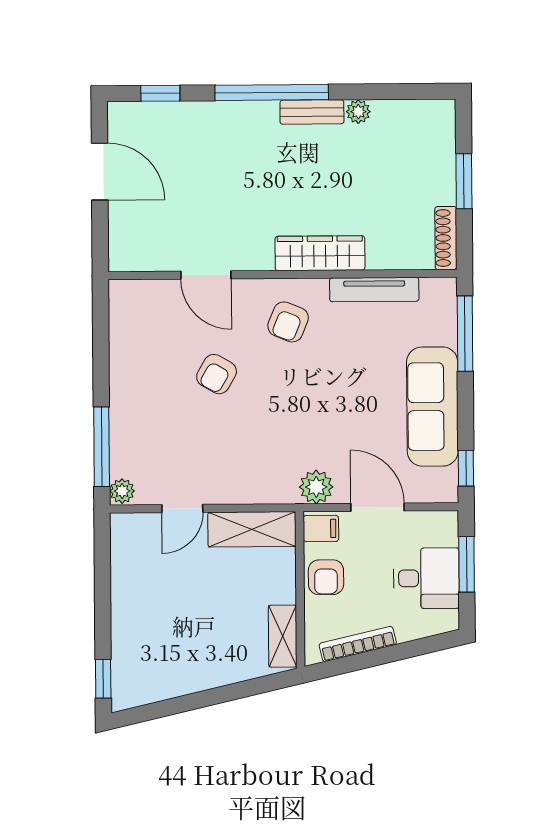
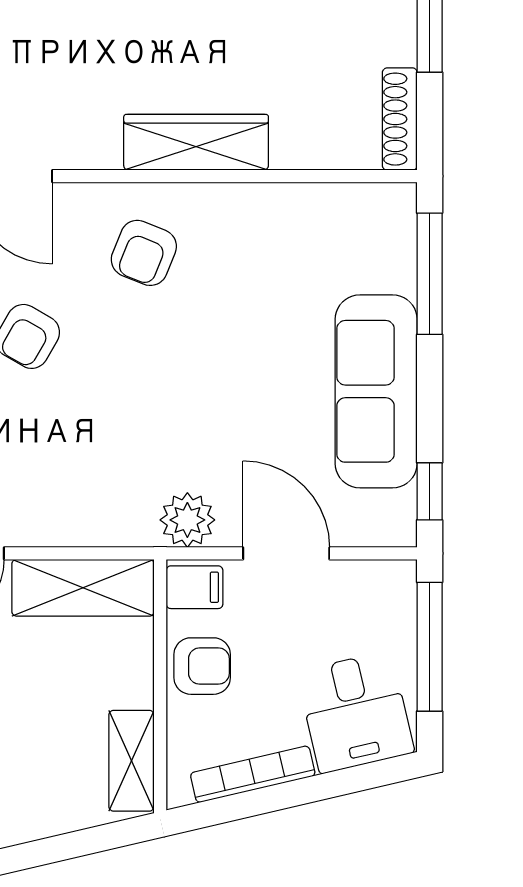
tv unit: (374, 290) -> (283, 202), removed
window: (467, 564) -> (430, 647), width x1.44
armchair: (326, 577) -> (202, 666), turned -90
desk: (426, 578) -> (355, 712), moved, turned 77

